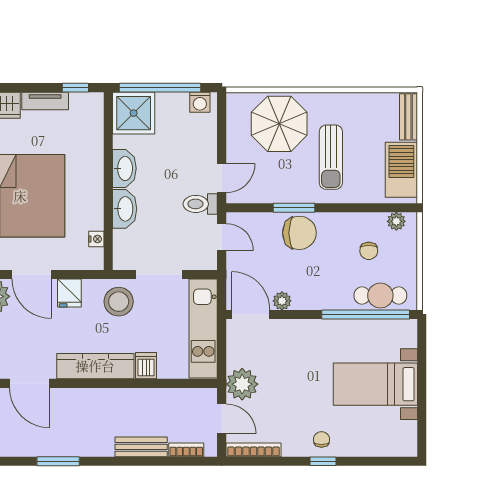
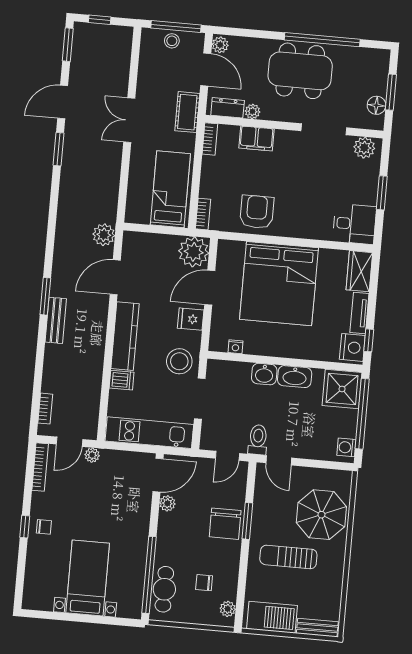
nightstand: (85, 106) -> (352, 347), added
washbasin: (125, 209) -> (264, 374), width x0.72
plant: (242, 384) -> (92, 455), width x0.53, depth x0.53
bench: (141, 447) -> (56, 320), moved

